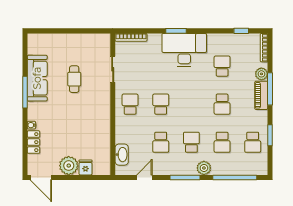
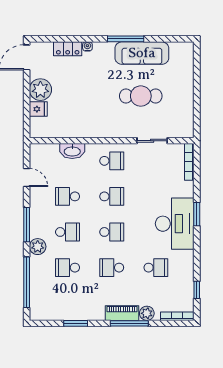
cafe table: (74, 79) -> (141, 96), width x1.37, depth x1.35
school desk: (253, 142) -> (112, 232), moved, turned 180
washbasin: (122, 155) -> (72, 151), moved

